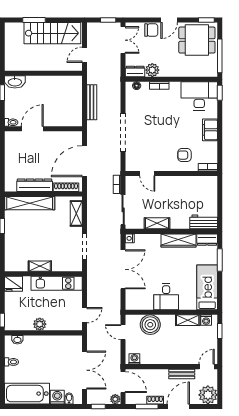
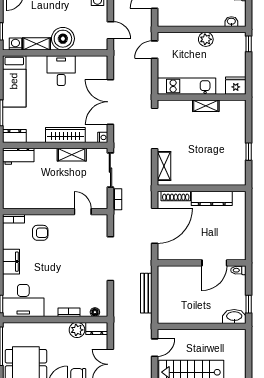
shelving: (30, 203) -> (217, 178), removed
wardrobe: (179, 241) -> (65, 135), moved
doorway: (84, 246) -> (155, 129), width x1.36
boiler: (150, 325) -> (63, 39), moved

